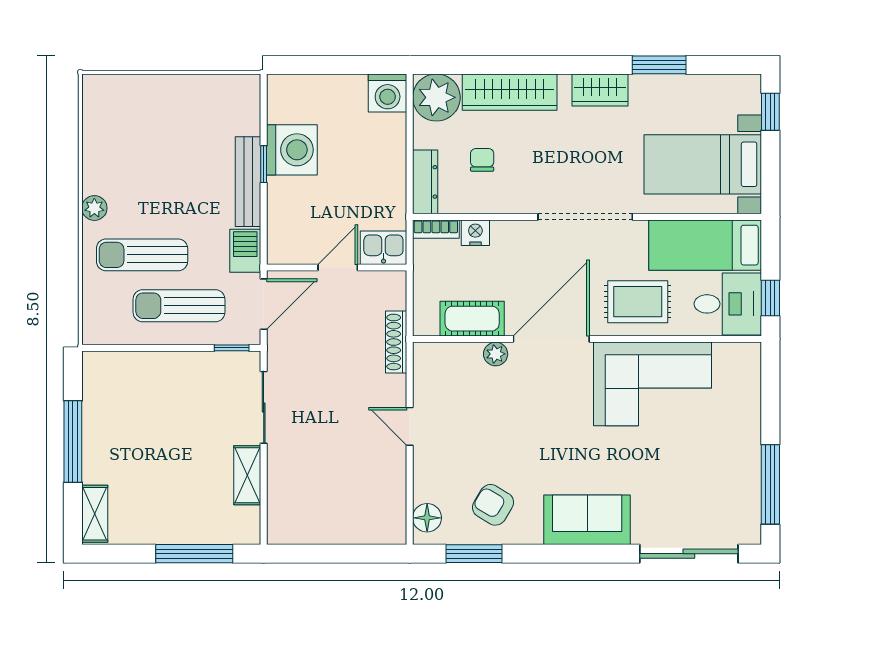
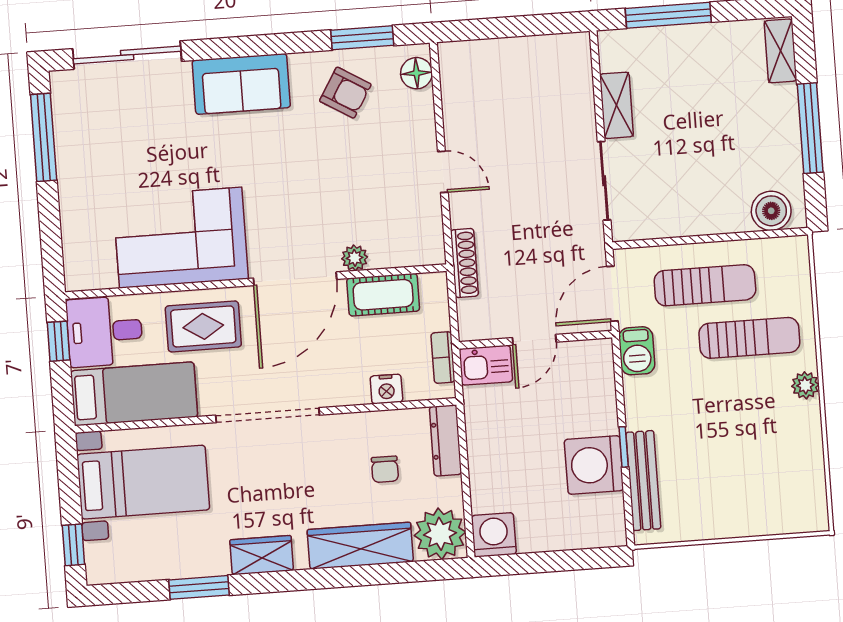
bench: (248, 182) -> (643, 481), moved
bookcase: (436, 229) -> (443, 358), moved, turned -90
window: (232, 348) -> (644, 243), removed
boiler: (114, 369) -> (771, 211), added

